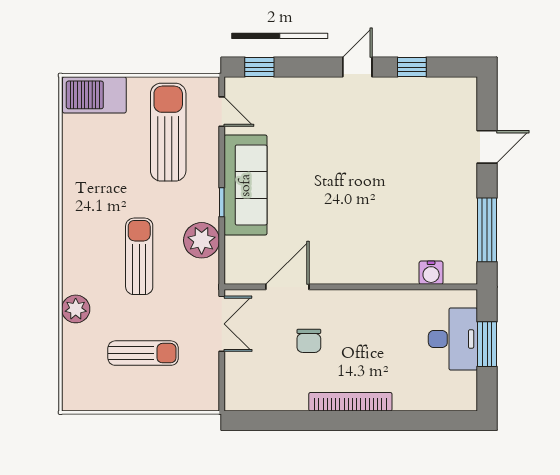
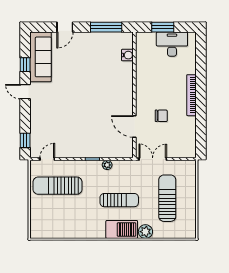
barbecue: (94, 95) -> (122, 229), moved, turned -90
door: (487, 147) -> (65, 27), swing flipped
sofa: (246, 185) -> (41, 57), moved, turned 90
plant: (202, 240) -> (107, 165), width x0.53, depth x0.53
sun lounger: (139, 256) -> (119, 200), turned 180
desk: (453, 339) -> (172, 44), moved
sun lounger: (143, 353) -> (167, 198), width x1.36, depth x1.34

